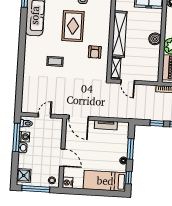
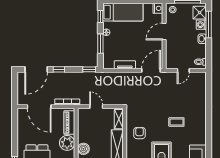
door: (128, 82) -> (96, 107), moved
door: (79, 118) -> (151, 70), hinge flipped
window: (157, 123) -> (89, 69), moved
window: (16, 137) -> (209, 24), moved
washing machine: (24, 137) -> (201, 25), moved
door: (62, 158) -> (164, 31), hinge flipped

